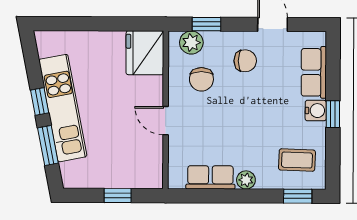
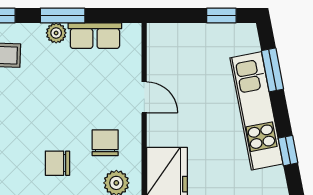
window: (40, 101) -> (288, 151), moved
window: (118, 196) -> (221, 15), moved
window: (240, 196) -> (63, 15), added

